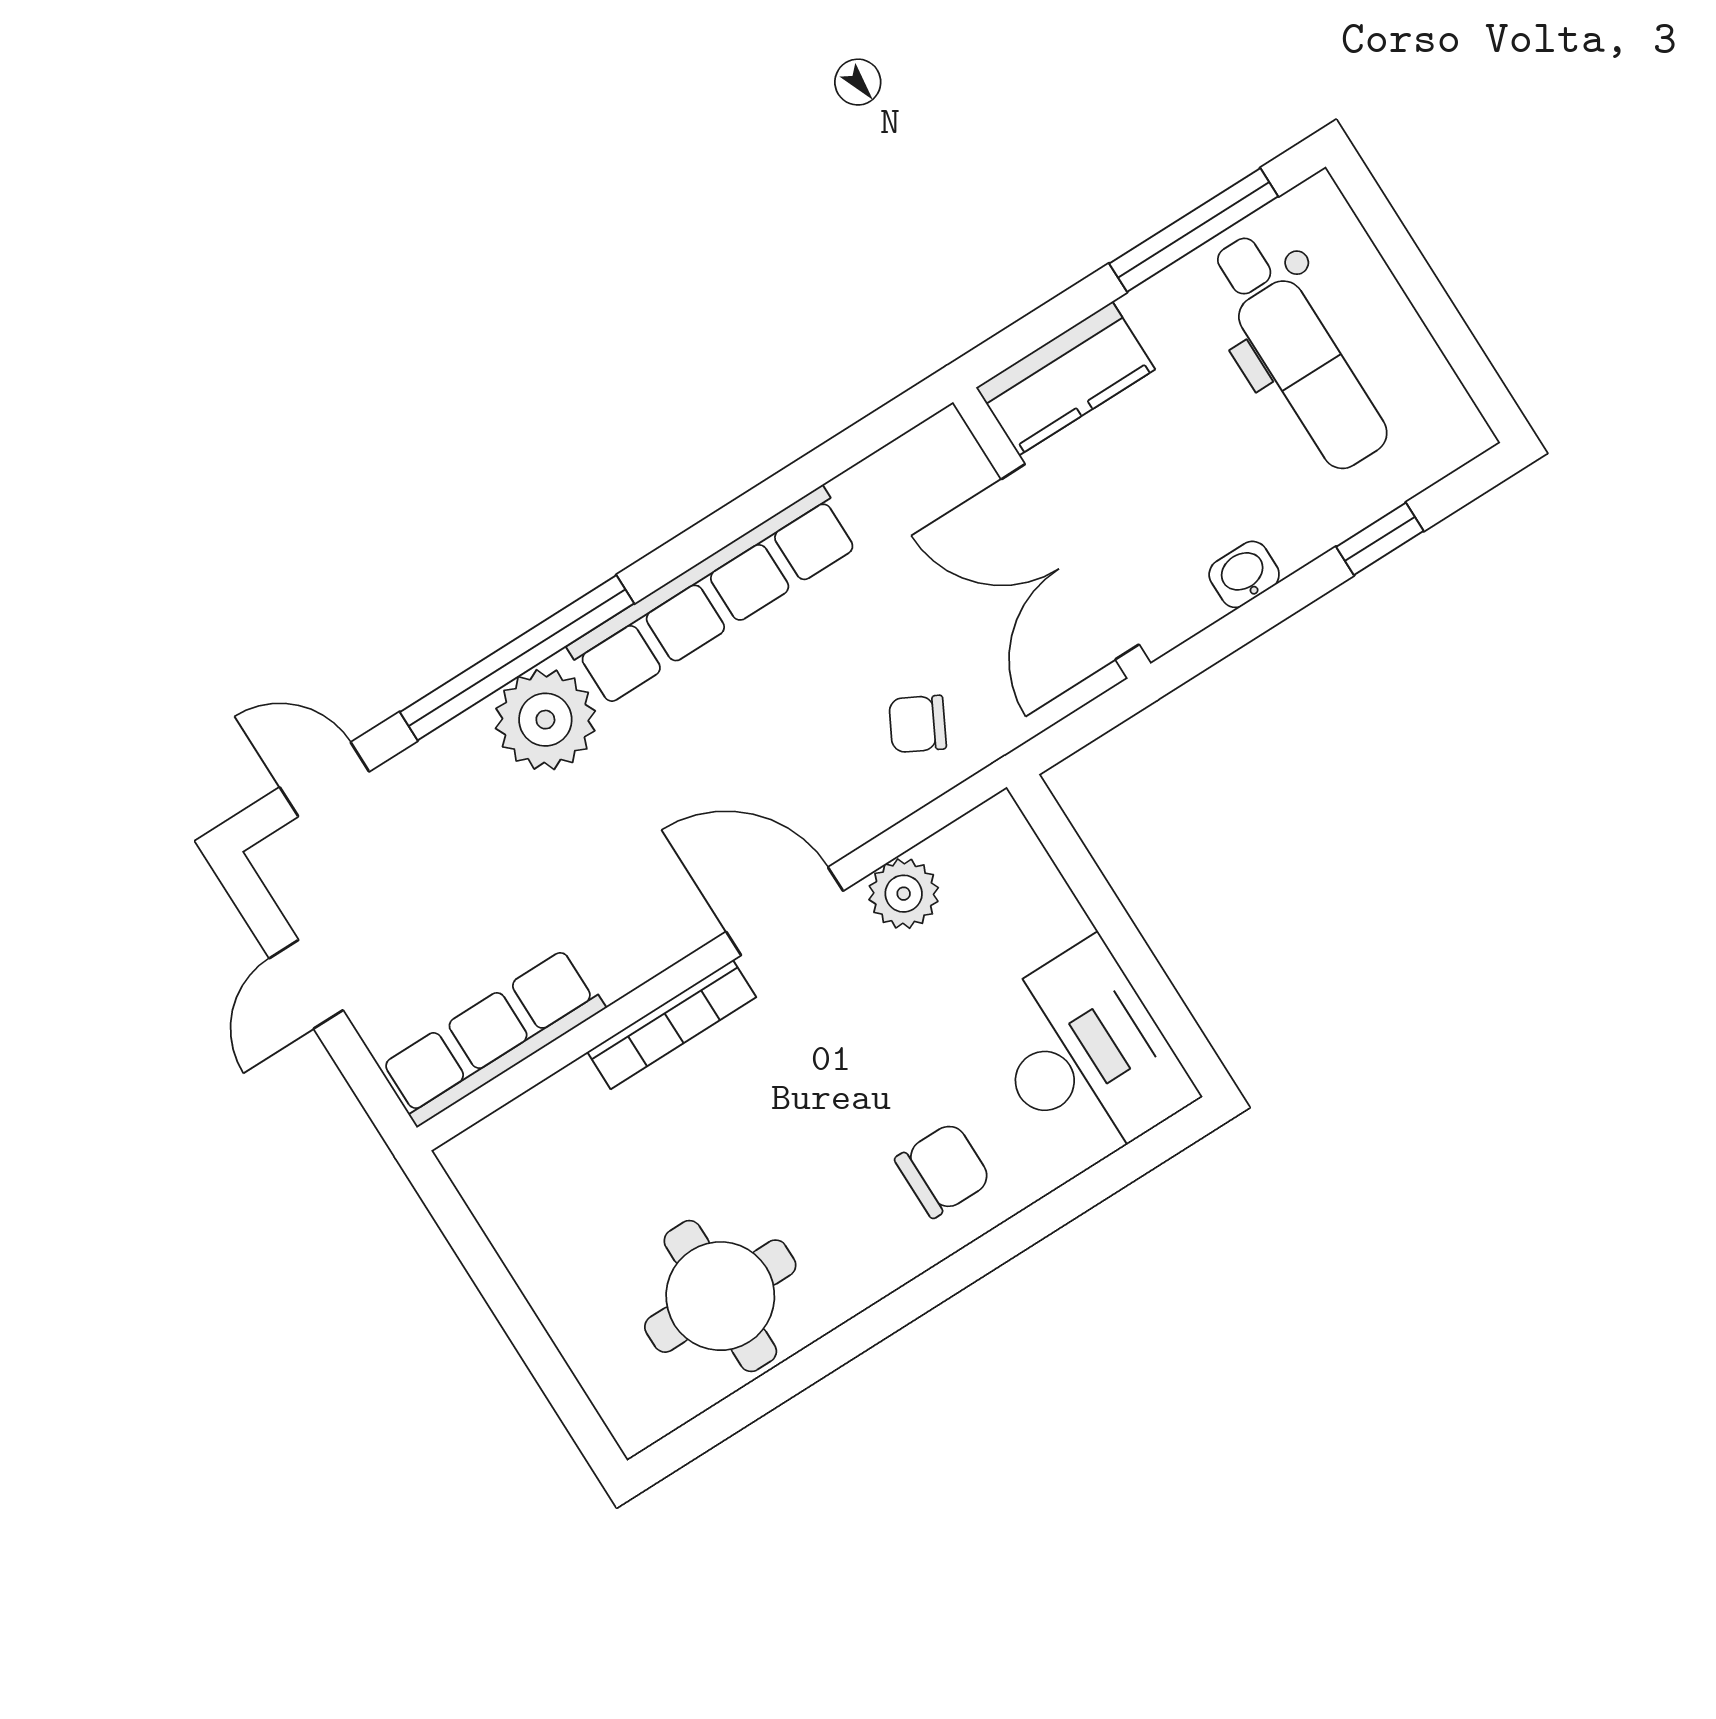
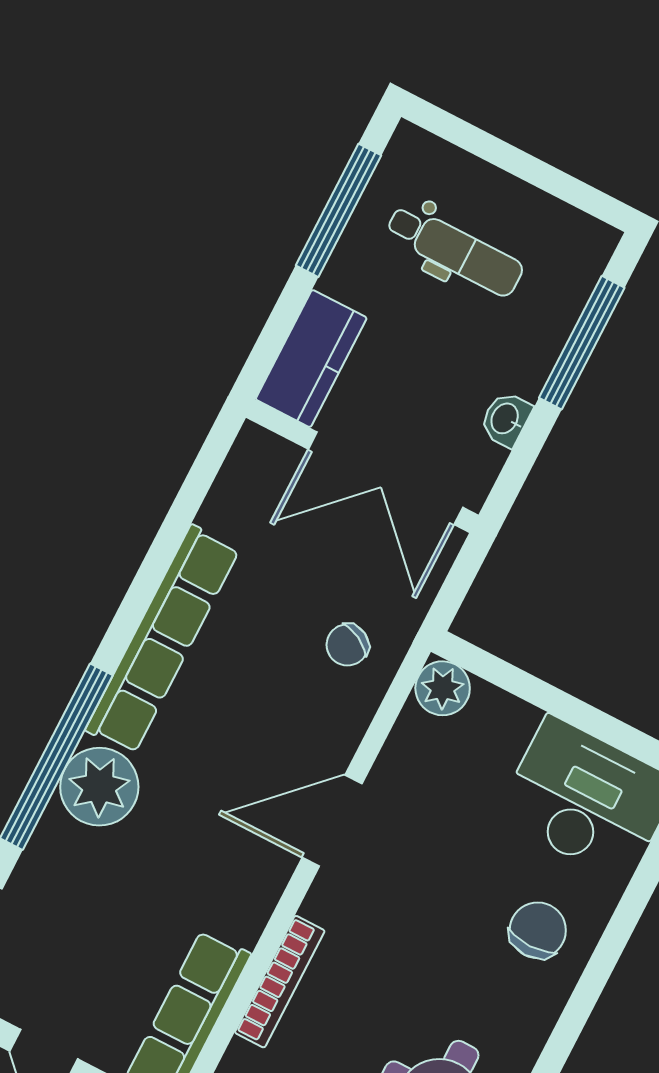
dental chair: (1298, 351) -> (455, 250), width x0.73, depth x0.72
window: (1380, 539) -> (582, 343), width x2.17
plant: (904, 894) -> (443, 688), moved
bookcase: (672, 1025) -> (280, 982), moved

